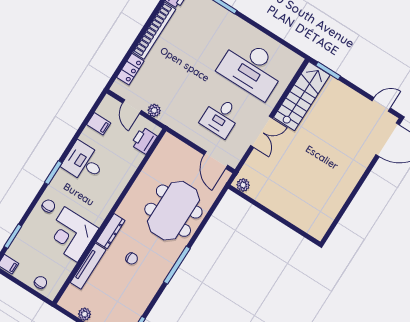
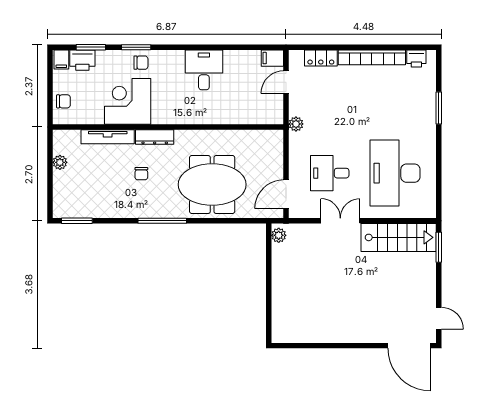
plant: (154, 110) -> (296, 124), moved
filing cabinet: (99, 124) -> (272, 58), moved, turned 90
double door: (262, 132) -> (340, 221), swing flipped
printer: (144, 140) -> (82, 60), moved, turned 180
window: (53, 173) -> (136, 47), moved

